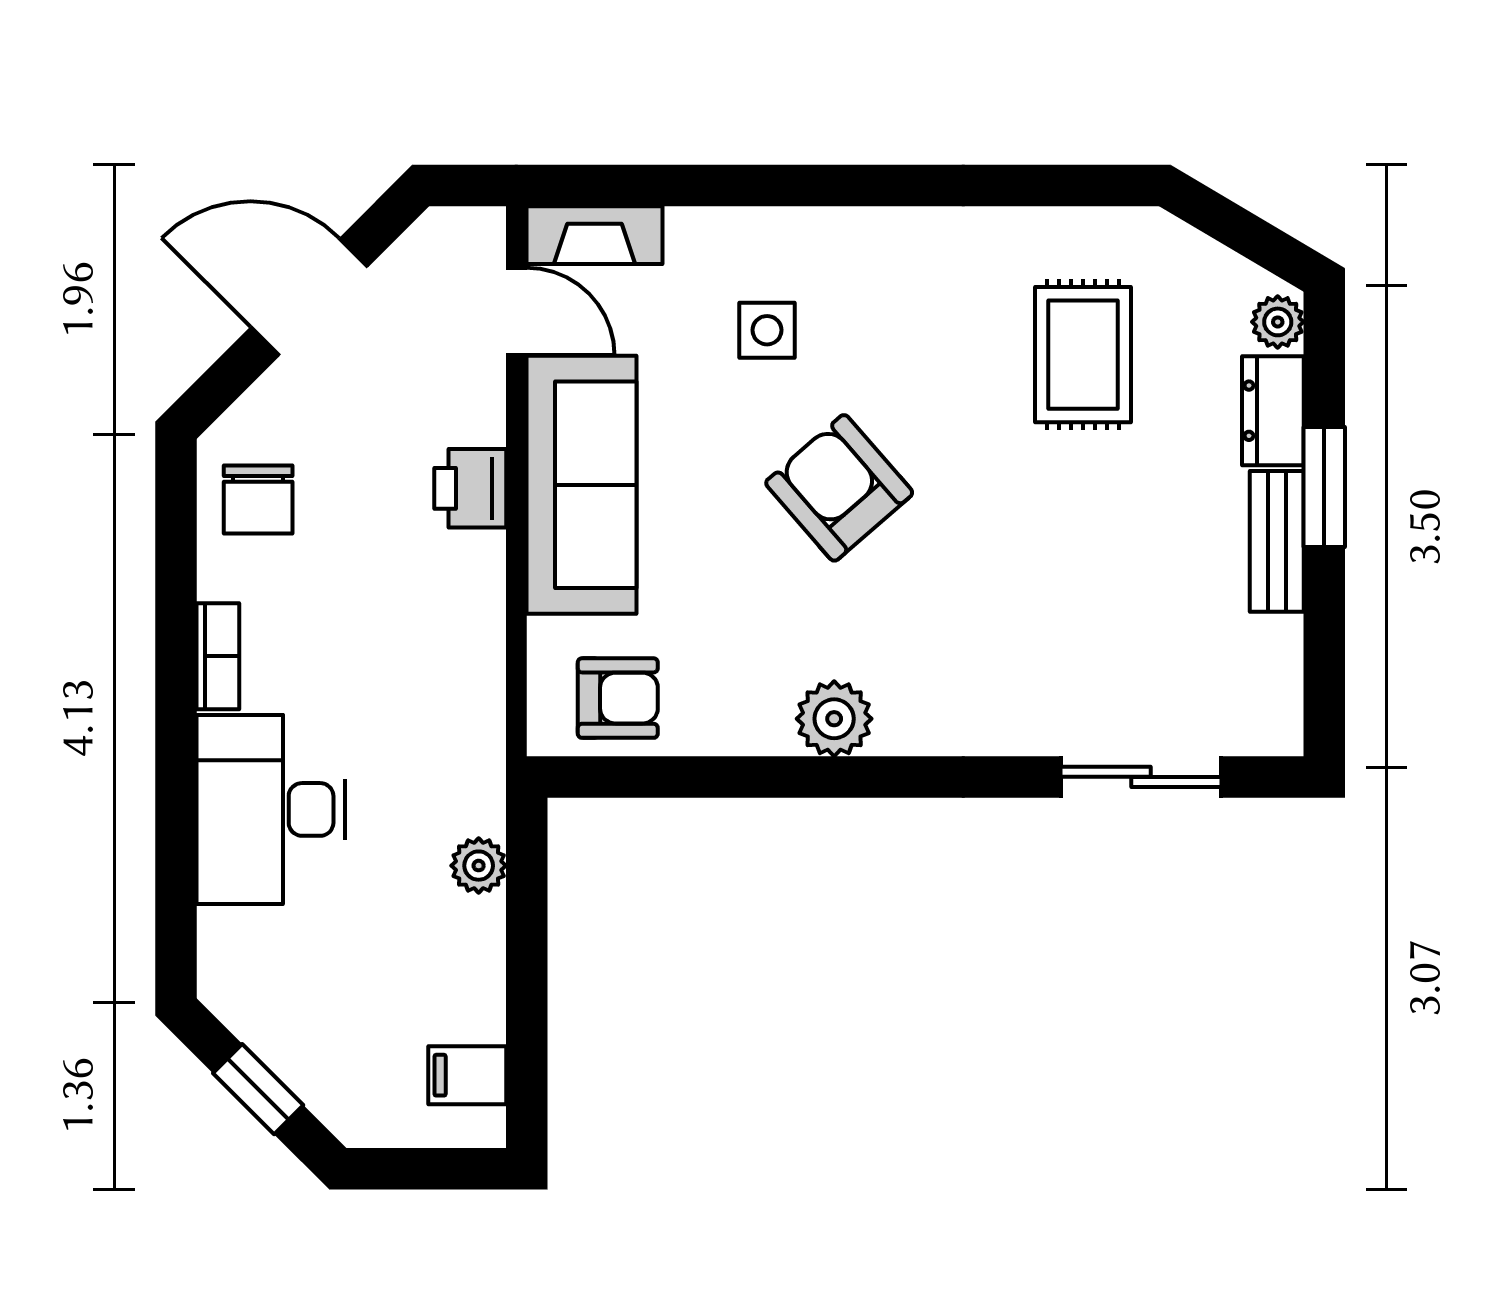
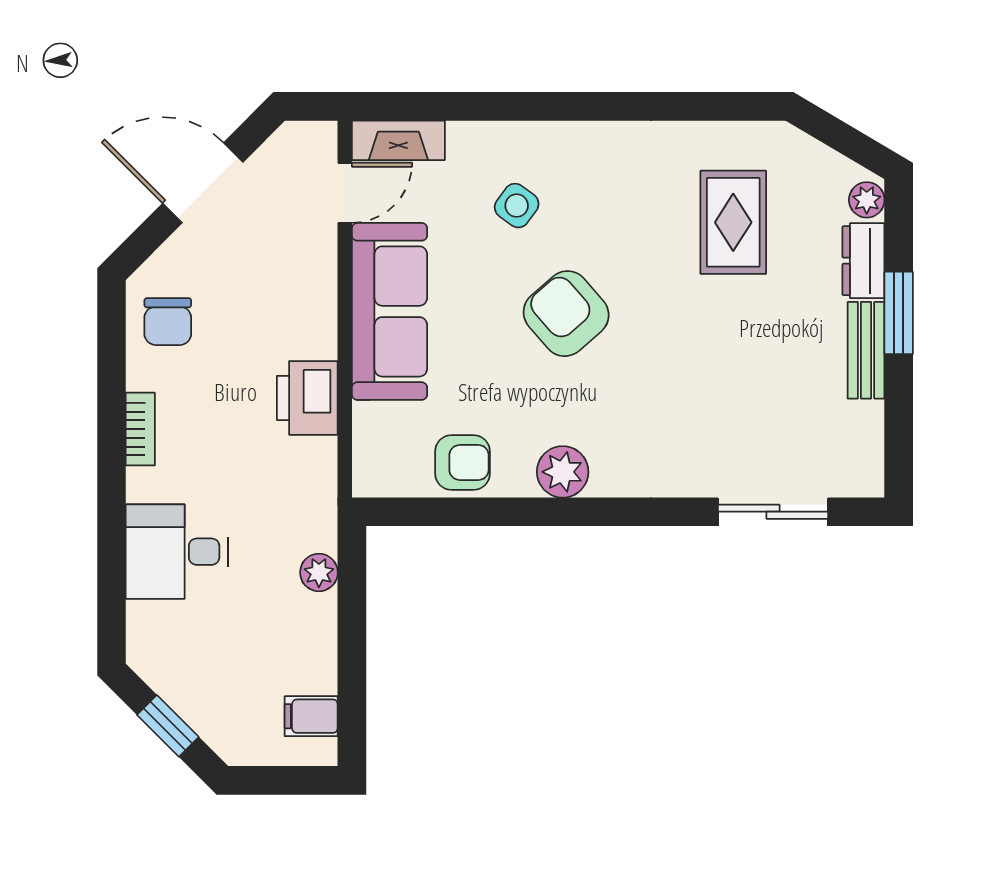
door: (516, 312) -> (345, 193), hinge flipped
side table: (767, 330) -> (517, 206), turned 36
printer: (470, 488) -> (307, 398), moved, width x1.36, depth x1.24
armchair: (618, 698) -> (462, 463), moved
desk: (271, 809) -> (177, 552), width x0.73

